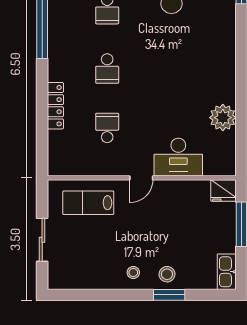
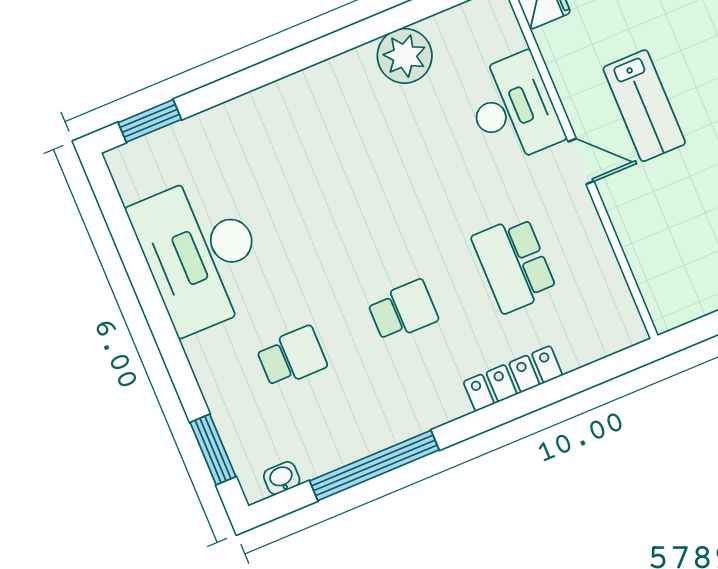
school desk: (107, 128) -> (514, 264), width x1.85
lab bench: (88, 203) -> (644, 106), moved

